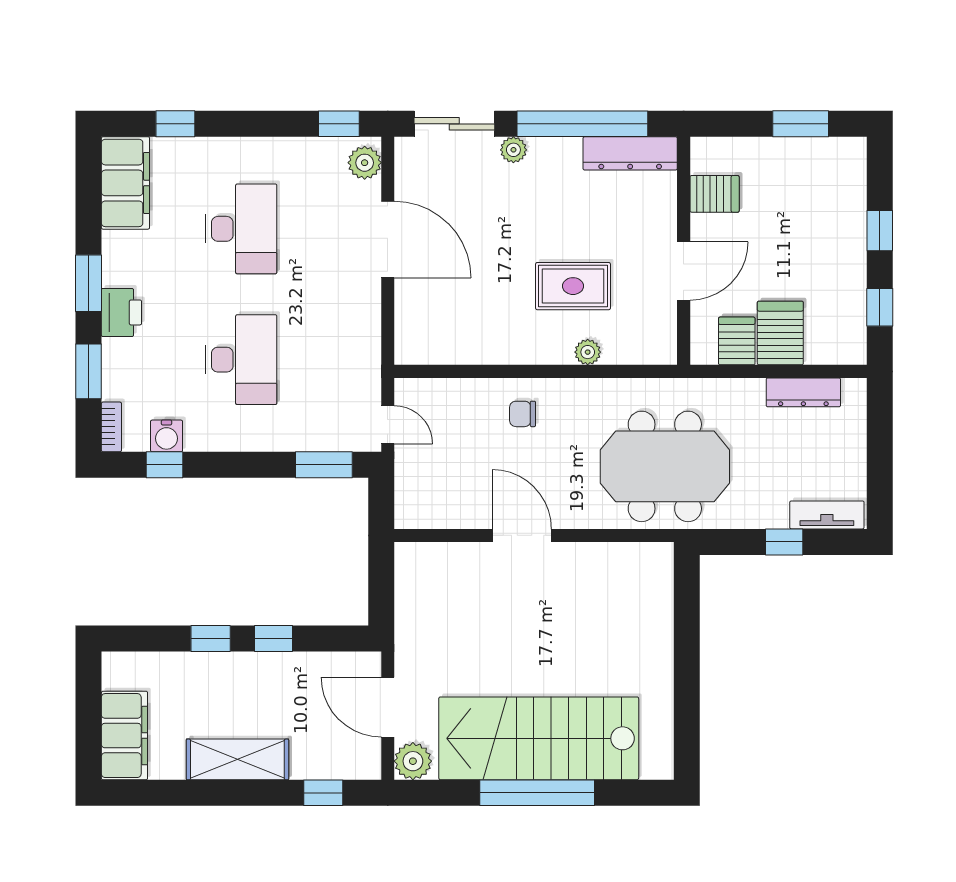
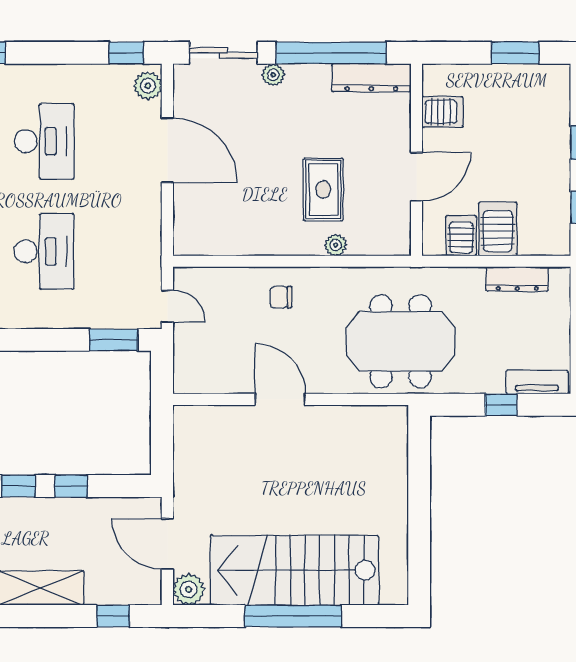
rug: (573, 286) -> (323, 189), turned 90

